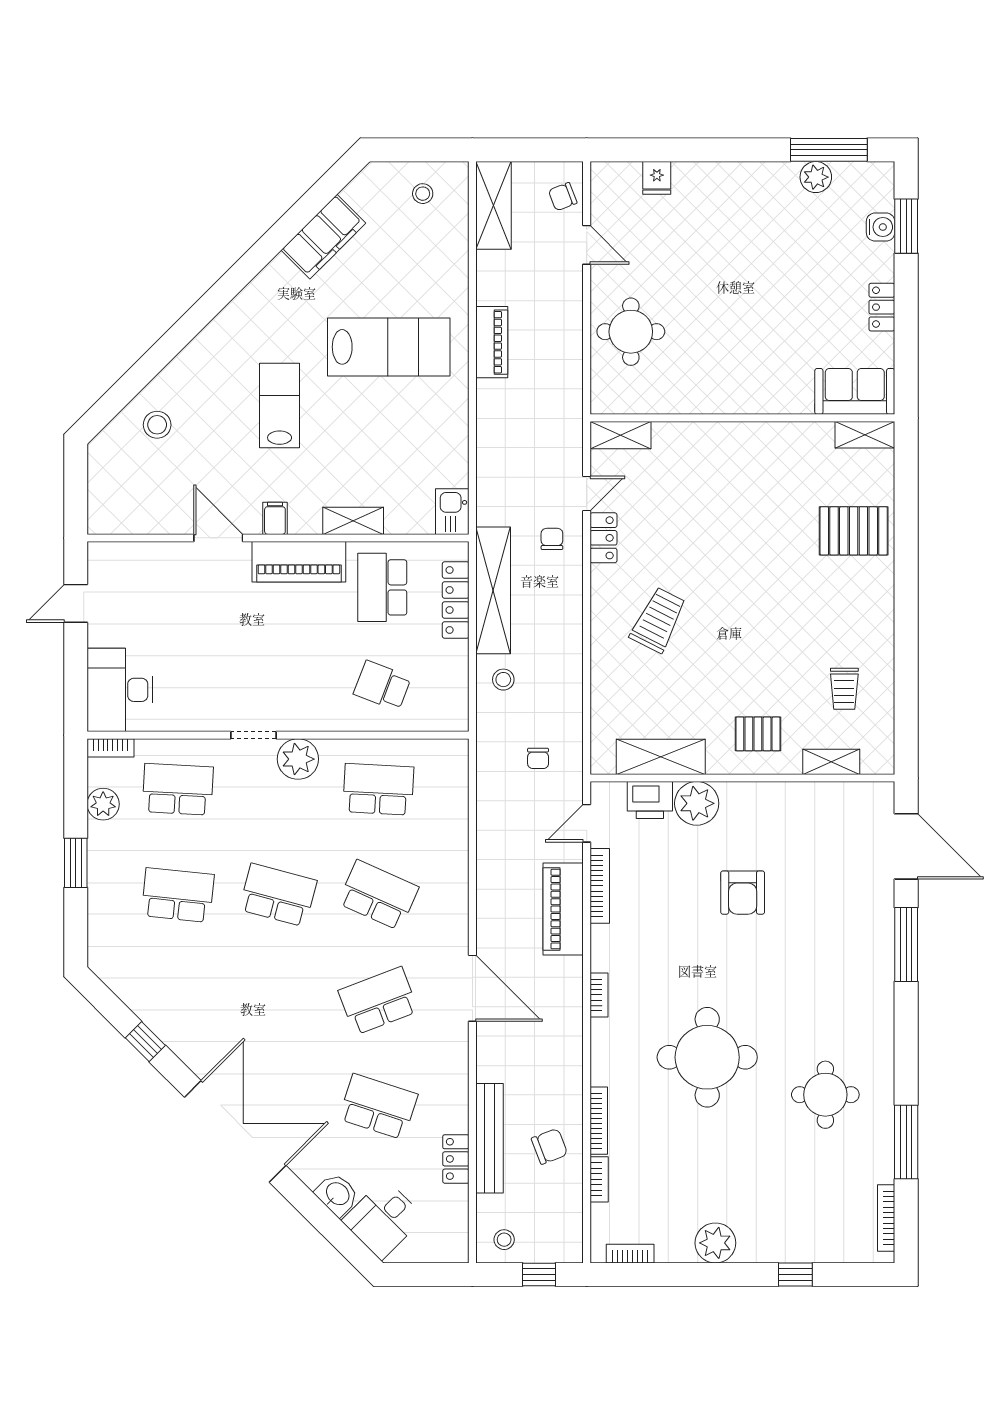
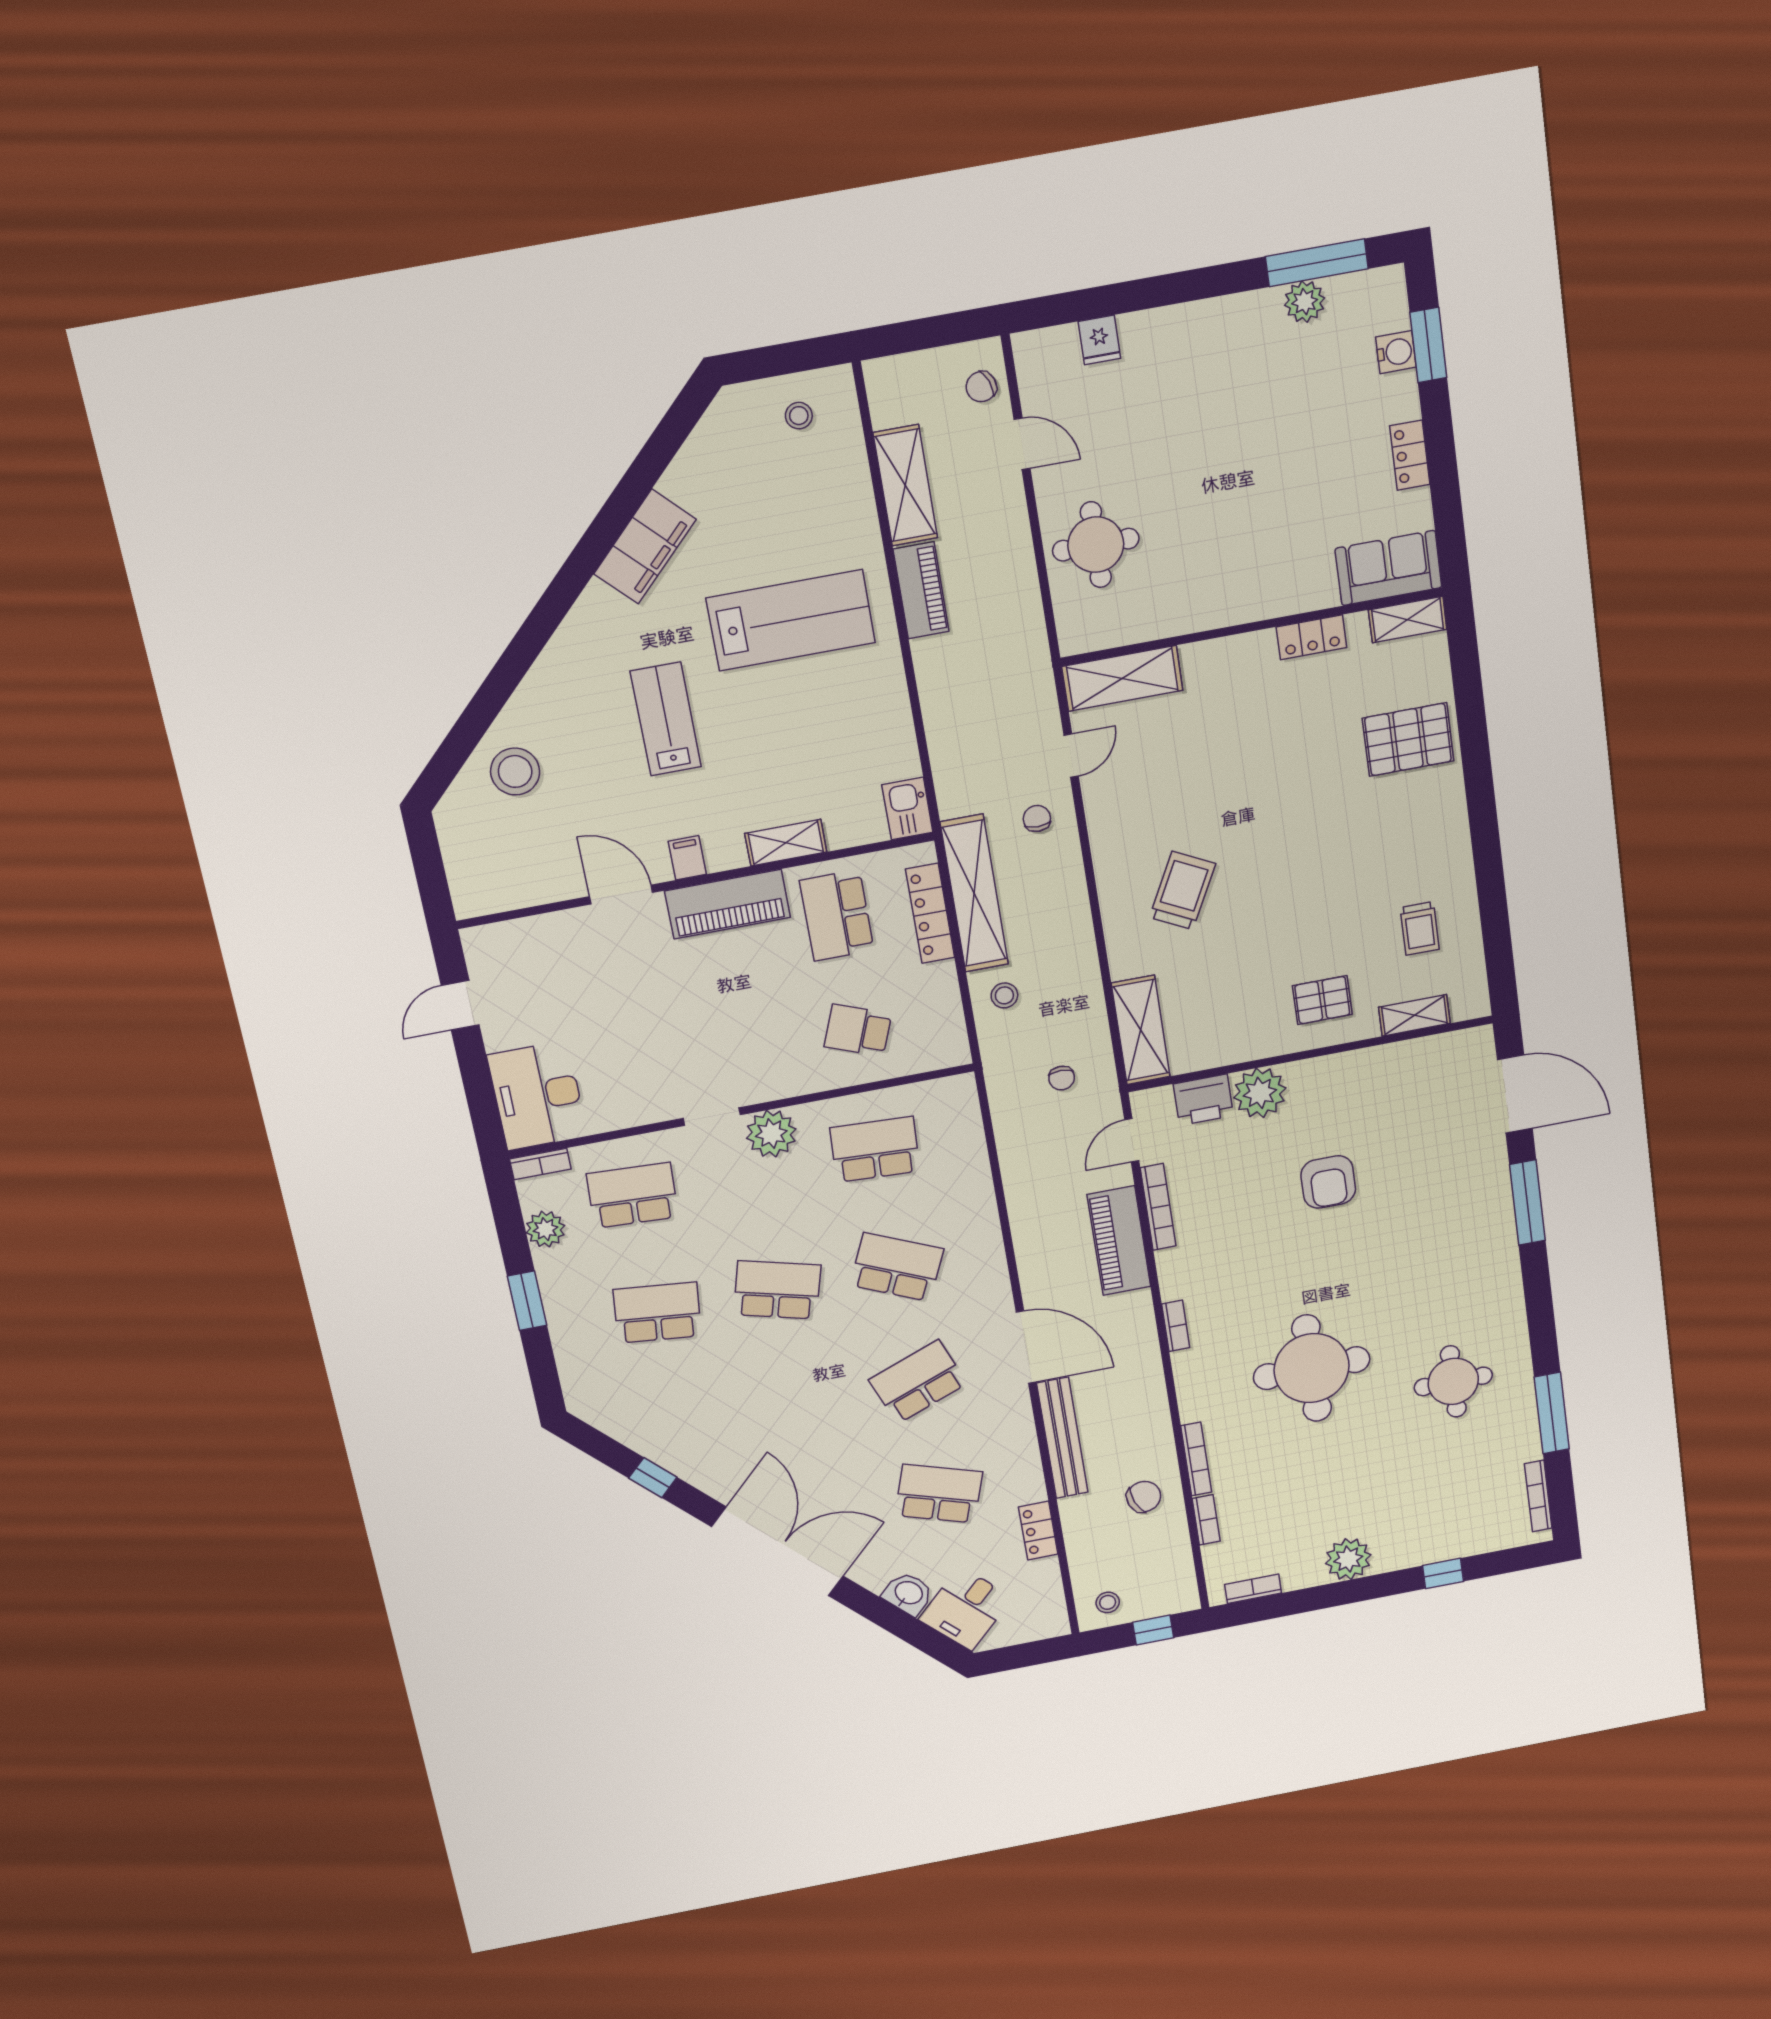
shelving: (493, 205) -> (905, 485), moved
filing cabinet: (323, 237) -> (645, 547), moved
stool: (157, 425) -> (515, 771), width x1.38, depth x1.38
shelving: (621, 435) -> (1122, 678), width x1.50, depth x1.33
locker: (603, 538) -> (1312, 637), moved, turned 90
shelving: (661, 757) -> (1141, 1030), moved, turned 90
bench: (489, 1138) -> (1062, 1438), moved

